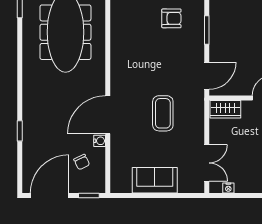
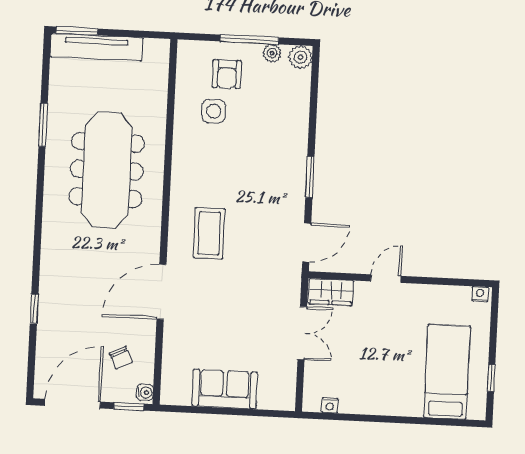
armchair: (171, 18) -> (260, 158), removed
coffee table: (163, 113) -> (209, 233), moved
water cooler: (100, 141) -> (145, 392), moved
double door: (207, 163) -> (302, 333), moved

